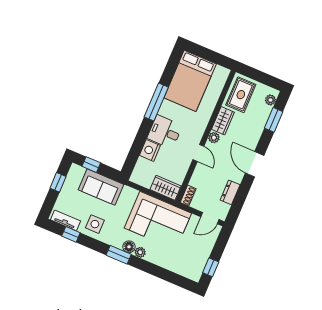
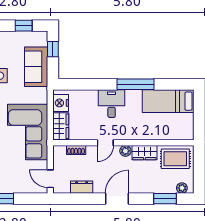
bed: (190, 81) -> (168, 101), width x0.67
nightstand: (150, 150) -> (61, 103), moved, turned -90
shoe rack: (188, 196) -> (76, 150), moved

